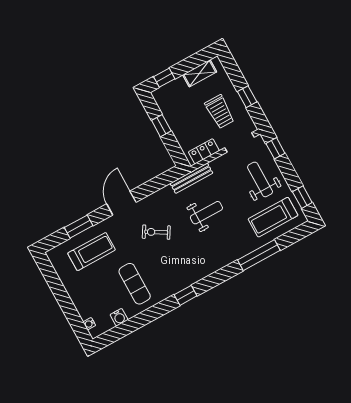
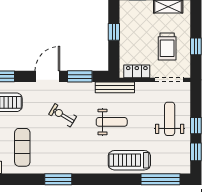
window: (275, 148) -> (196, 126), moved
window: (152, 186) -> (80, 76), added
treadmill: (273, 217) -> (129, 160), moved
window: (259, 255) -> (161, 179), moved
window: (186, 295) -> (58, 179), width x1.50

